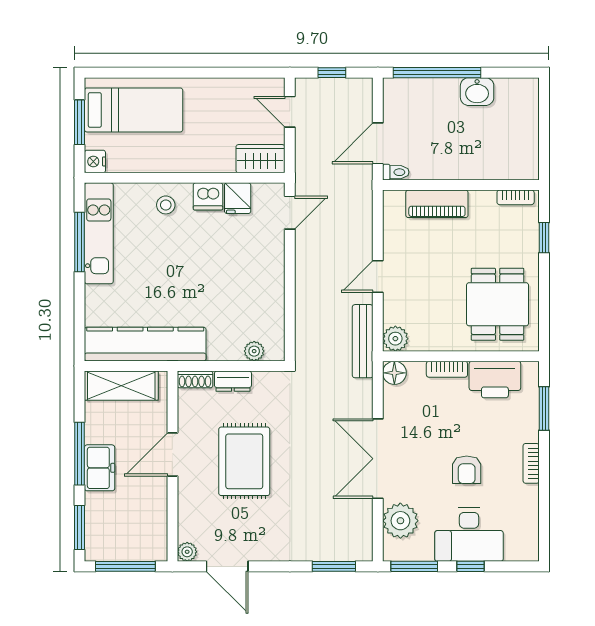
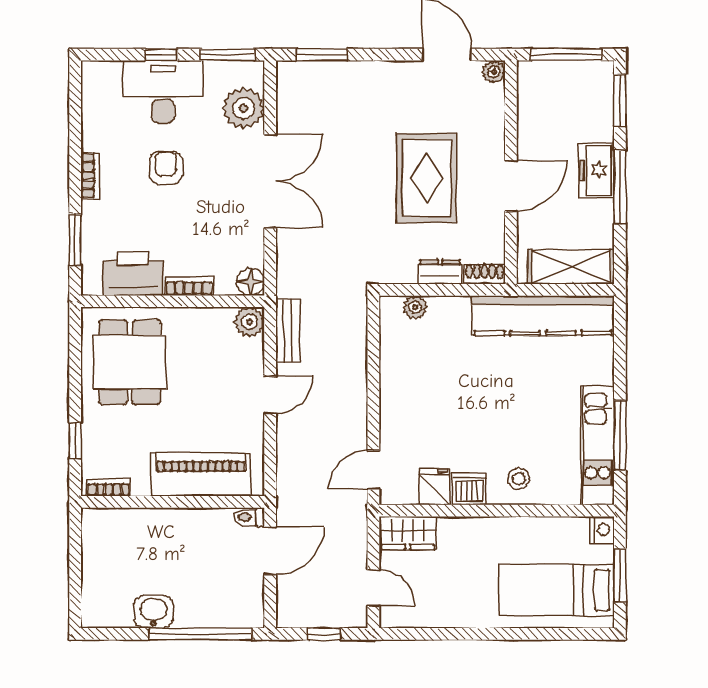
piano: (437, 204) -> (201, 475), width x1.37, depth x1.33
bench: (363, 341) -> (288, 330), width x0.73

